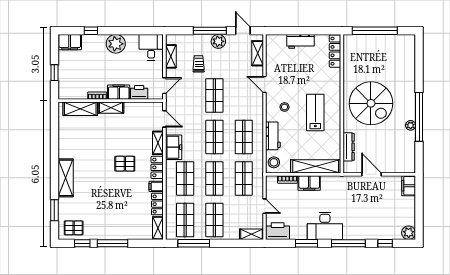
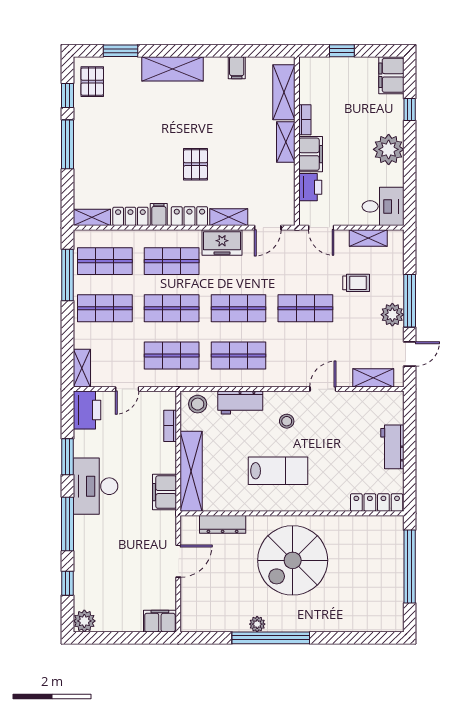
filing cabinet: (65, 138) -> (237, 68), added
filing cabinet: (309, 183) -> (164, 492), moved

